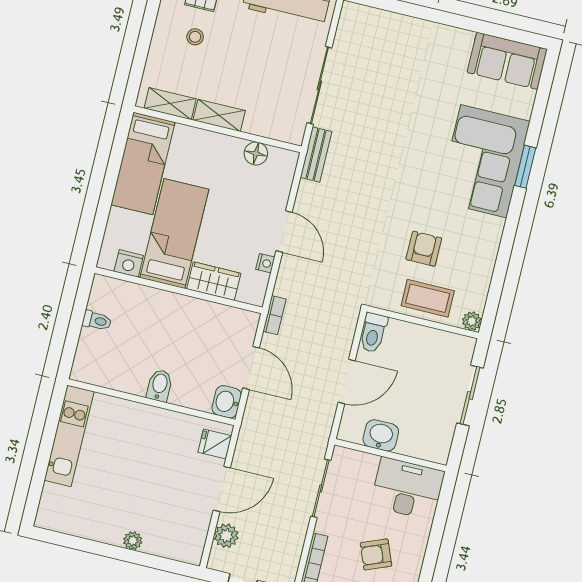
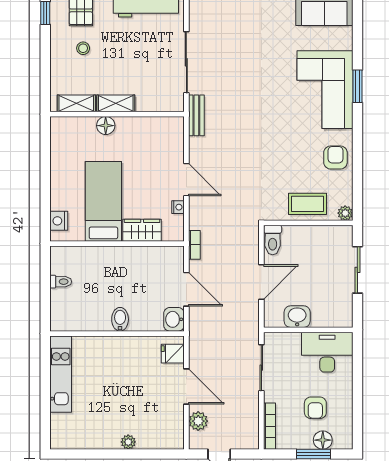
floor lamp: (256, 153) -> (106, 126), moved
bed: (143, 163) -> (67, 154), removed
armchair: (424, 249) -> (335, 157), moved
nightstand: (129, 263) -> (59, 221), moved, turned 90
door: (222, 489) -> (186, 386), hinge flipped
armchair: (376, 554) -> (315, 408), turned -68

